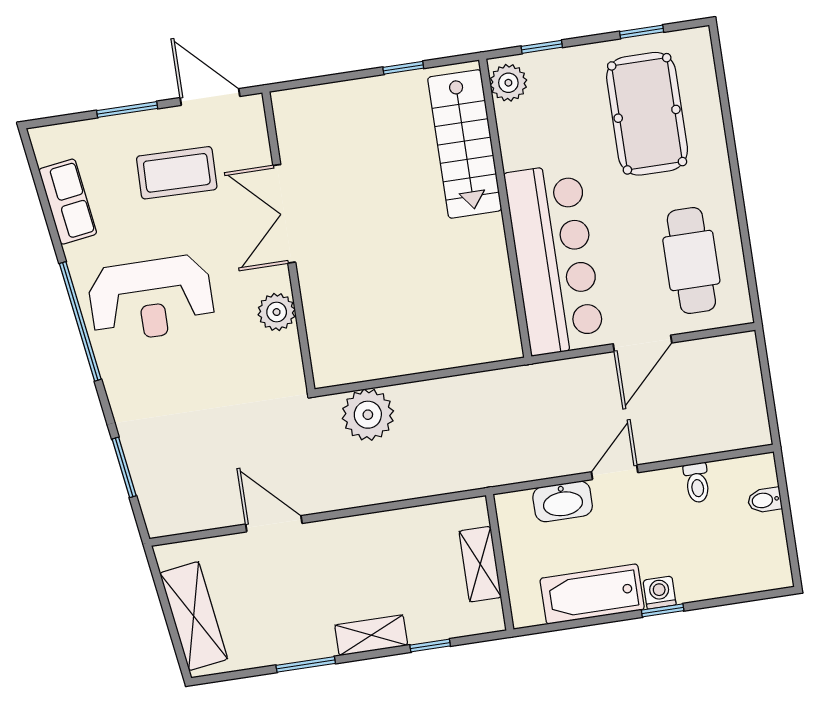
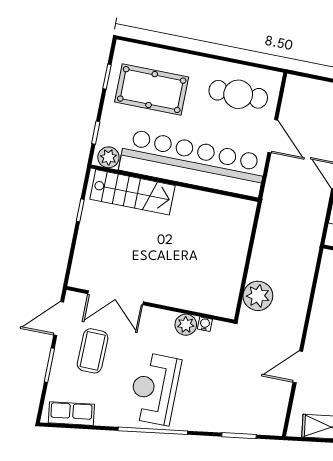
row of seats: (68, 202) -> (71, 414), moved
double door: (284, 214) -> (116, 298), moved
bar counter: (555, 259) -> (193, 163), width x1.36
reception desk: (151, 299) -> (155, 389), turned 180
water cooler: (289, 343) -> (205, 324), added

